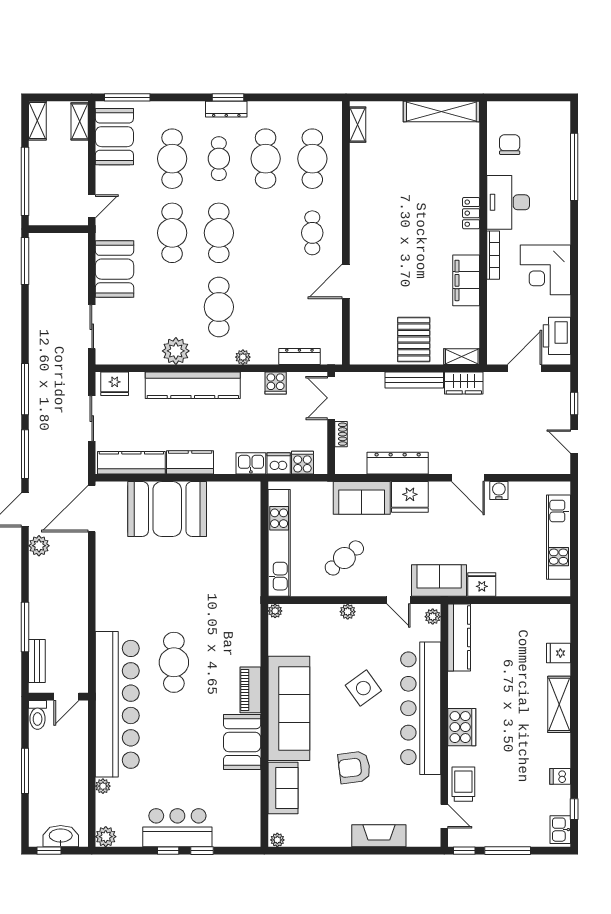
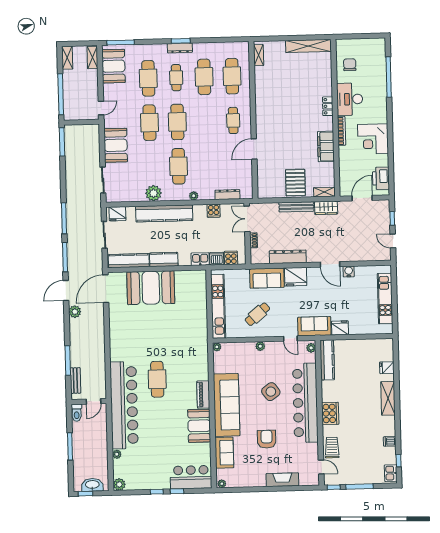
armchair: (354, 767) -> (267, 439), turned 97
bar counter: (177, 828) -> (191, 477), moved

